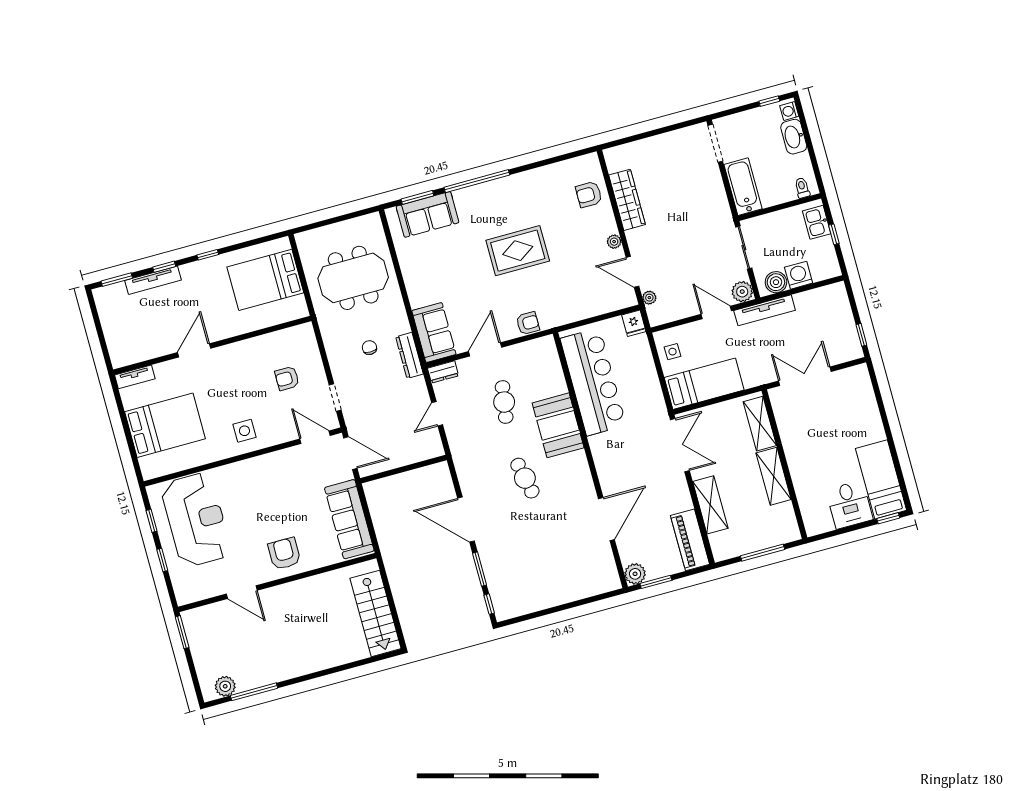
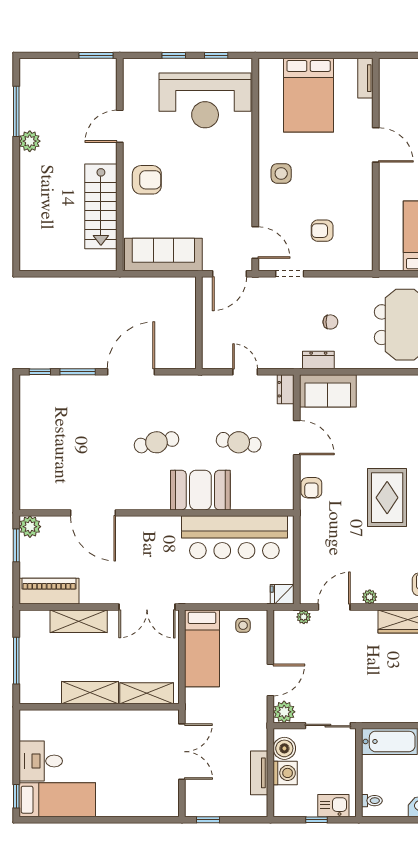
tv unit: (765, 310) -> (259, 773), moved, width x0.71
dresser: (409, 355) -> (318, 360), width x0.70
armchair: (287, 378) -> (322, 231), turned -90
door: (315, 437) -> (255, 243), hinge flipped
stairs: (376, 613) -> (101, 206), moved, turned -90
plant: (225, 686) -> (30, 141), moved

